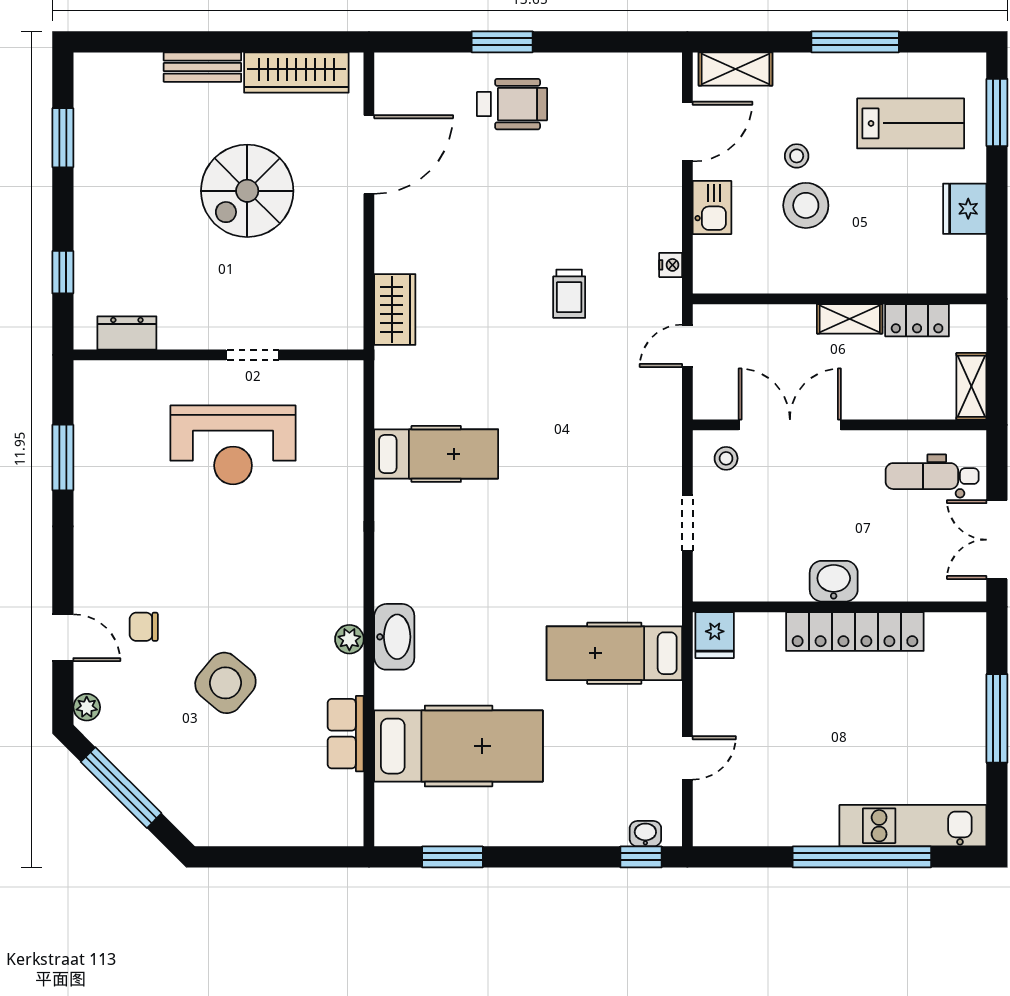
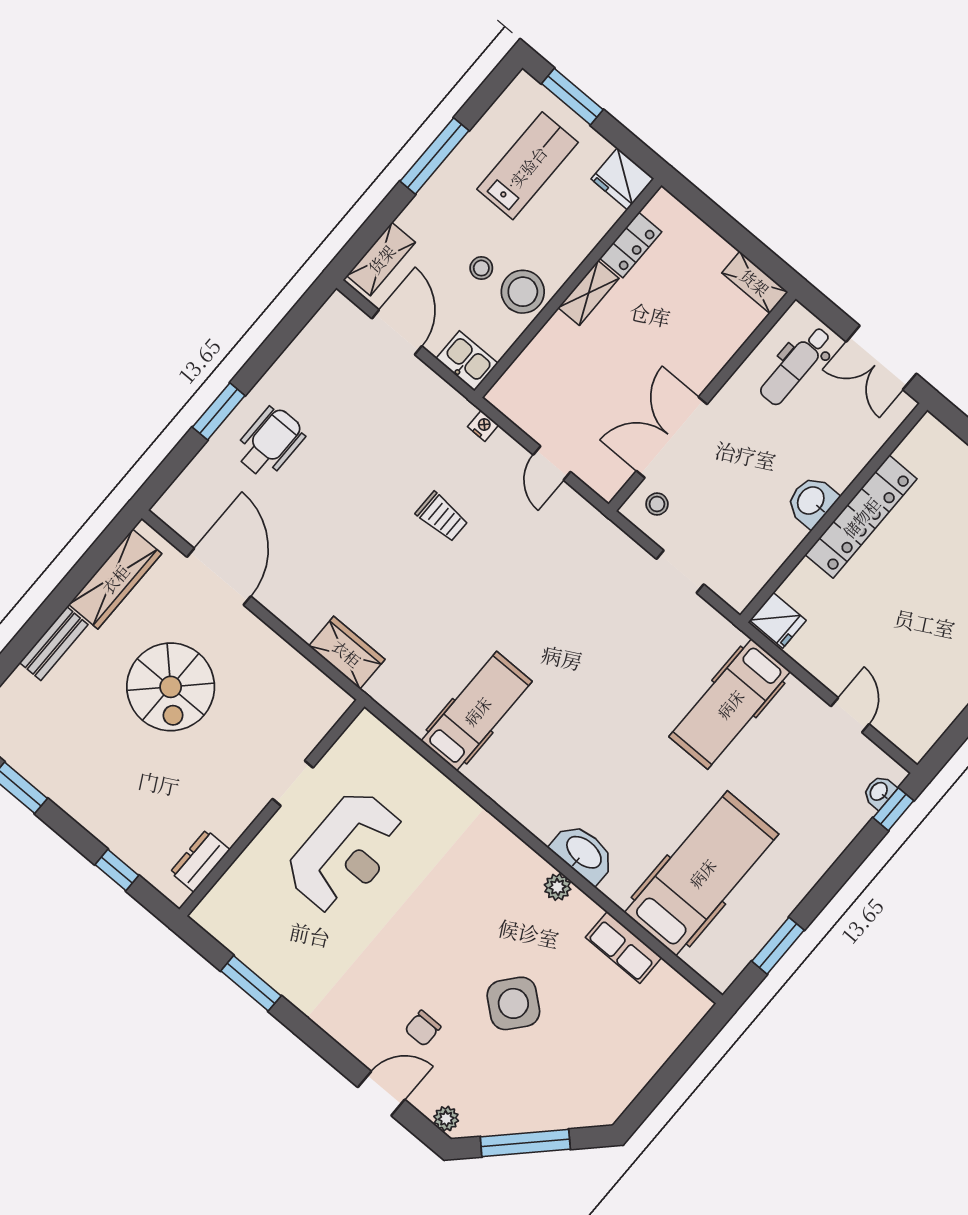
wall: (840, 299) -> (568, 288), moved
shelving: (850, 319) -> (589, 293), moved
locker: (917, 320) -> (631, 245), moved

